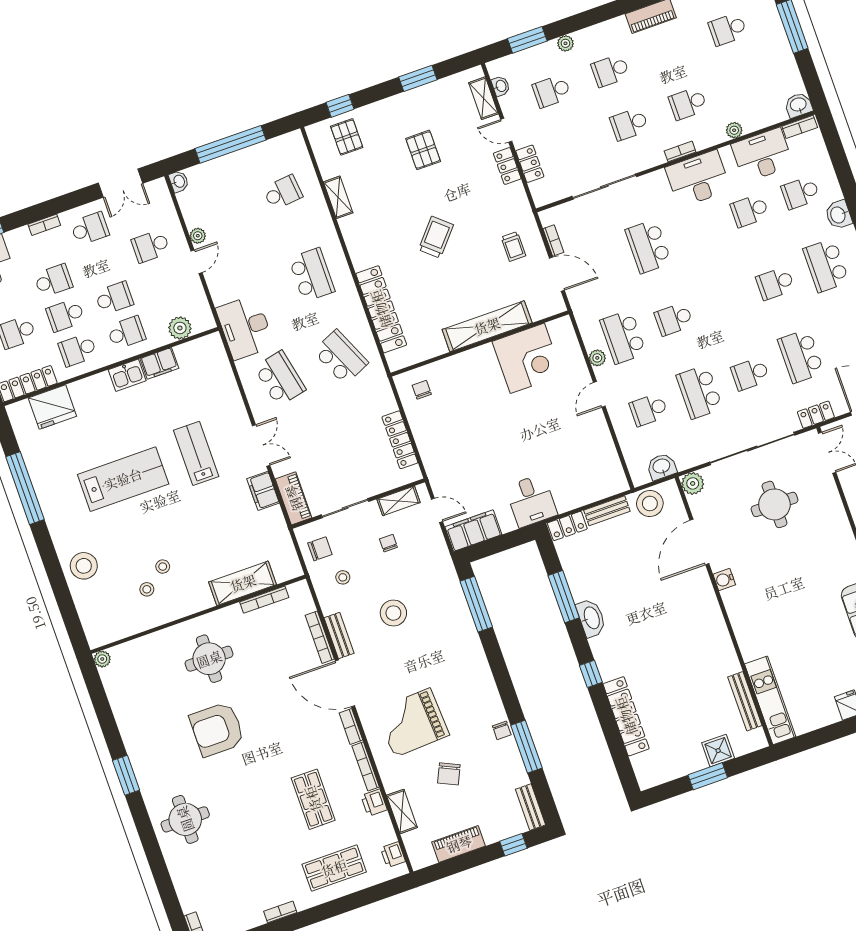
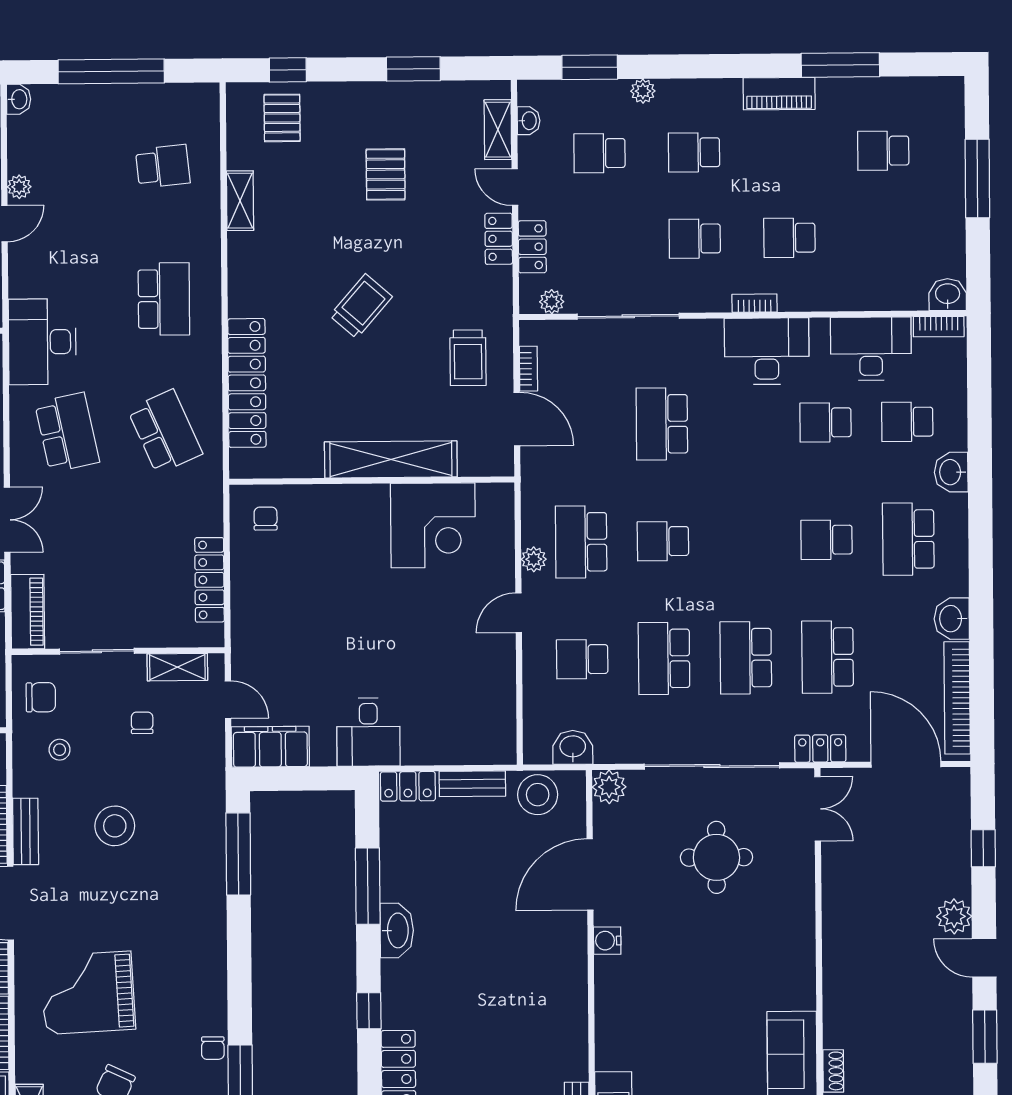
plant: (734, 130) -> (552, 302), moved
trolley: (513, 246) -> (468, 358), width x1.36, depth x1.39
school desk: (750, 374) -> (746, 658), width x1.85

